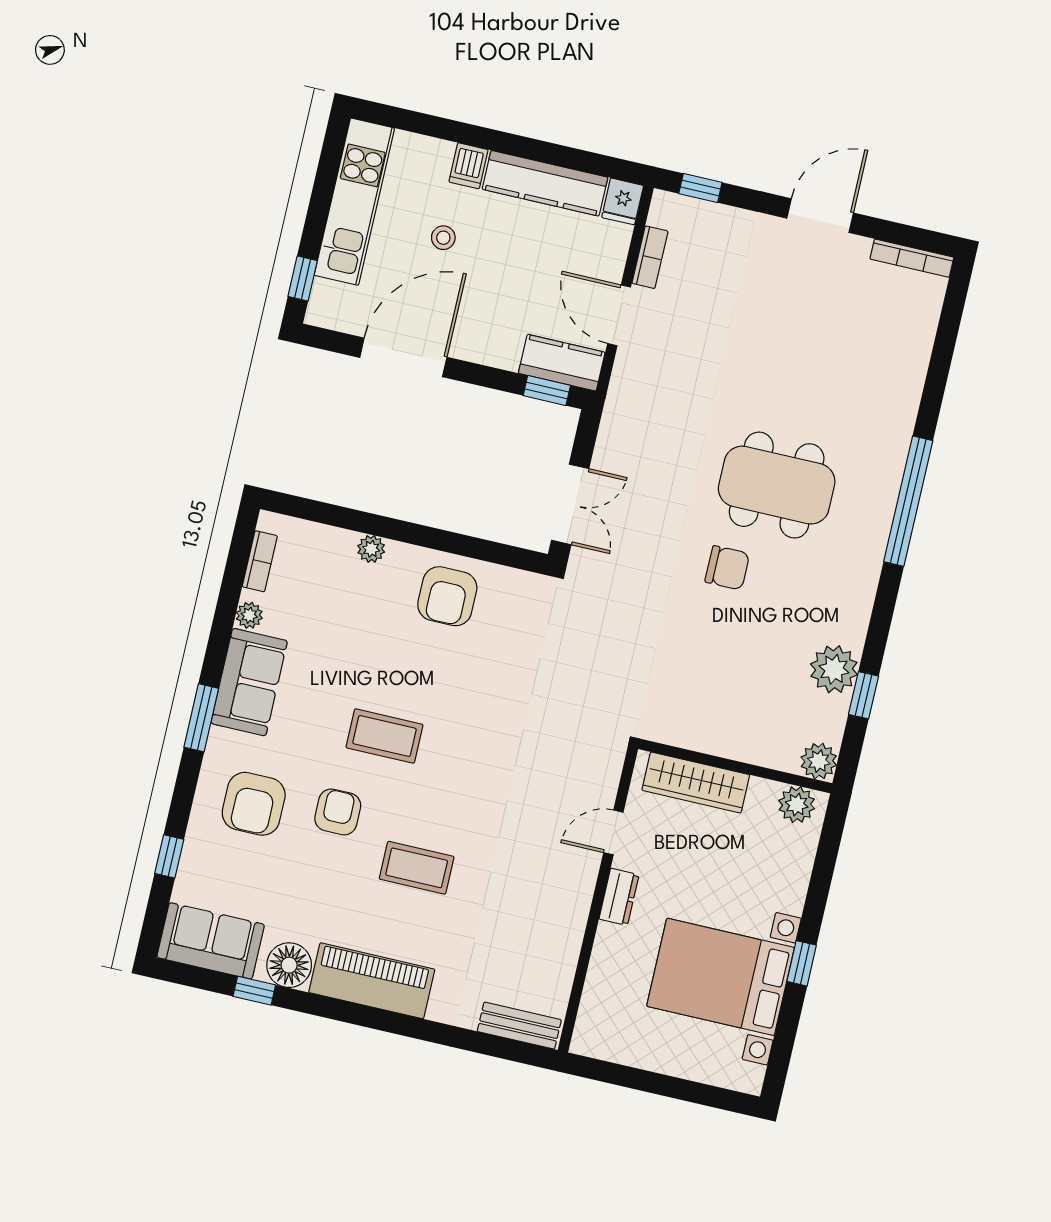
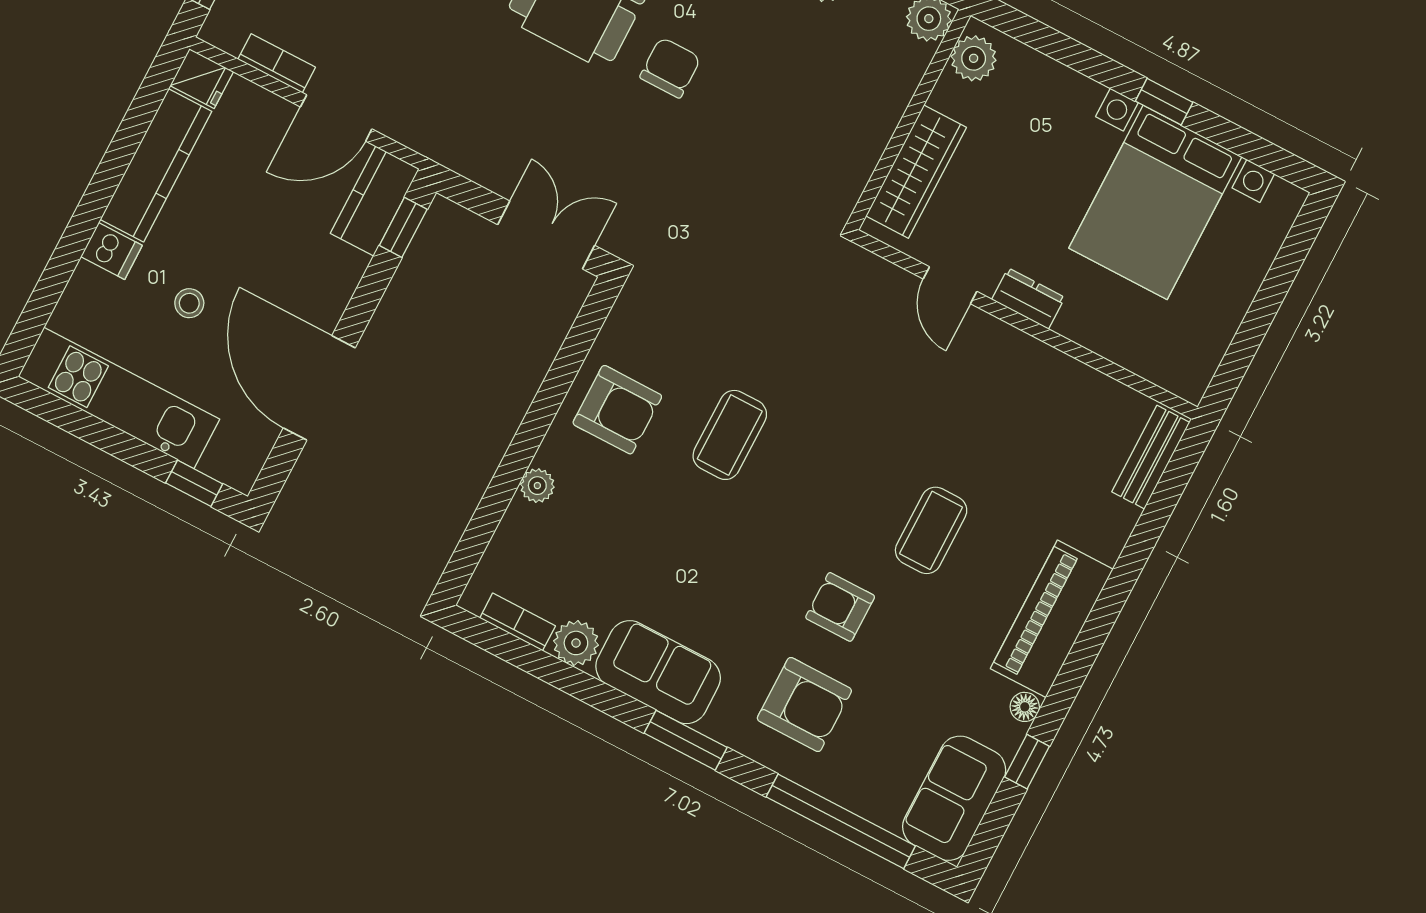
plant: (249, 615) -> (576, 643), width x1.38, depth x1.38
coffee table: (384, 736) -> (730, 435), moved
window: (169, 856) -> (841, 821), width x3.17
floor lamp: (289, 965) -> (1025, 707), width x0.53, depth x0.53

